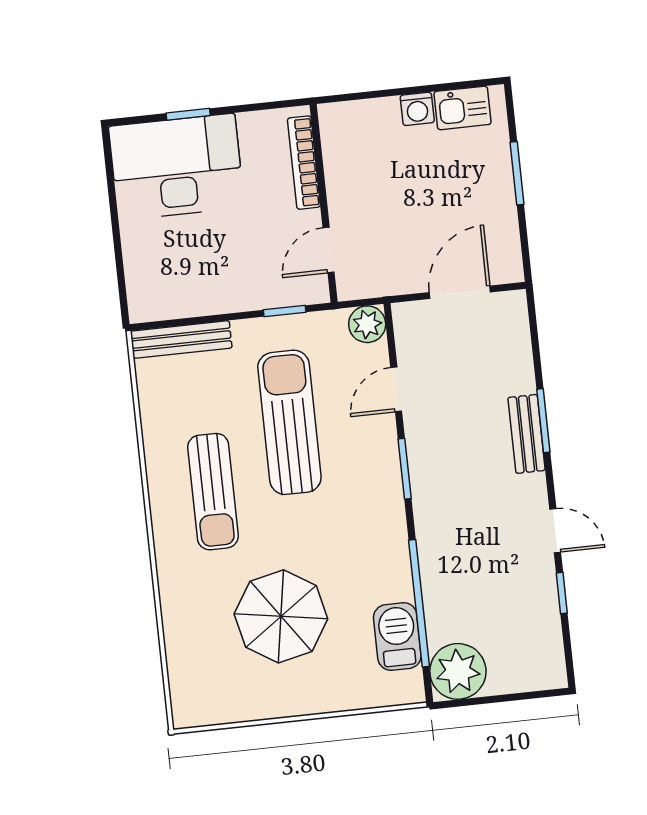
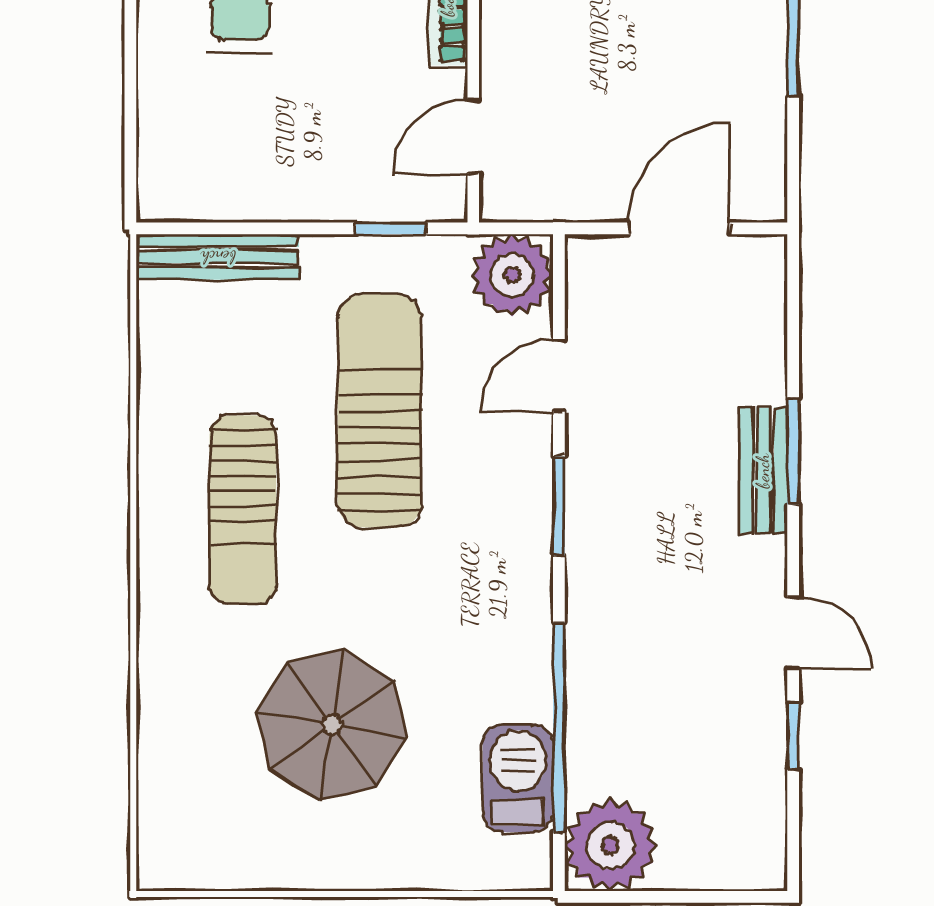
plant: (367, 324) -> (512, 275), width x1.36, depth x1.36

